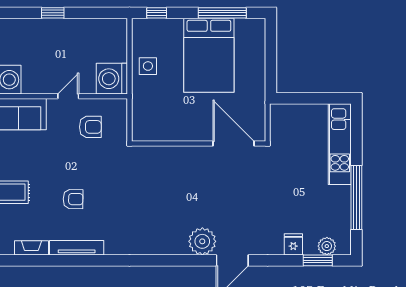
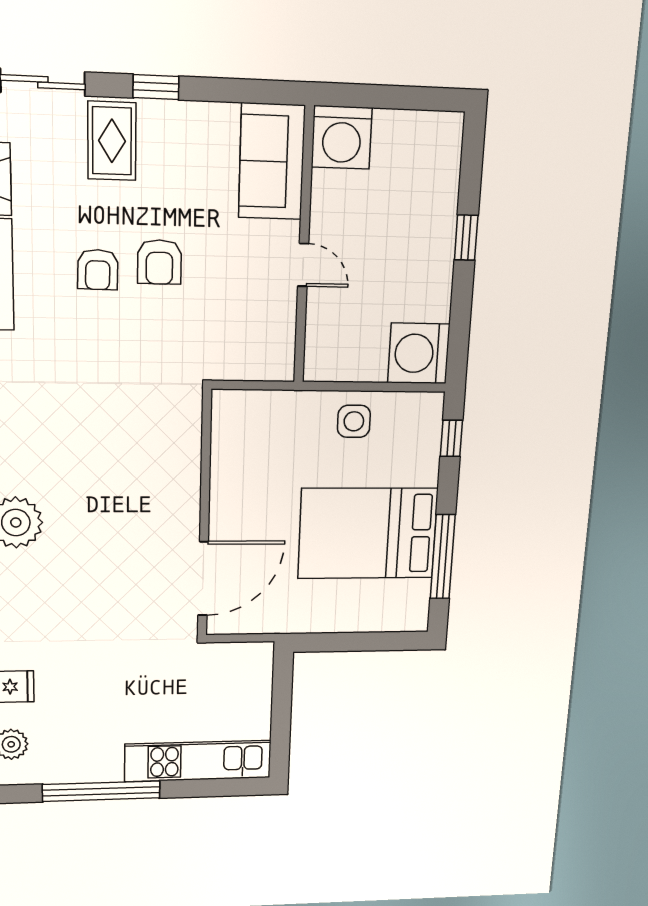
washing machine: (112, 79) -> (419, 353), moved, turned -90
armchair: (90, 127) -> (159, 262), moved

